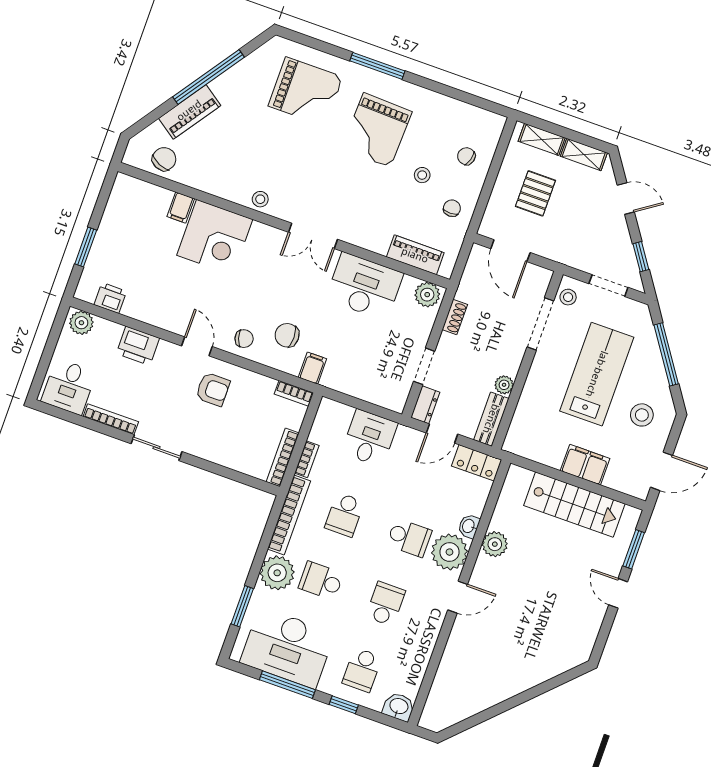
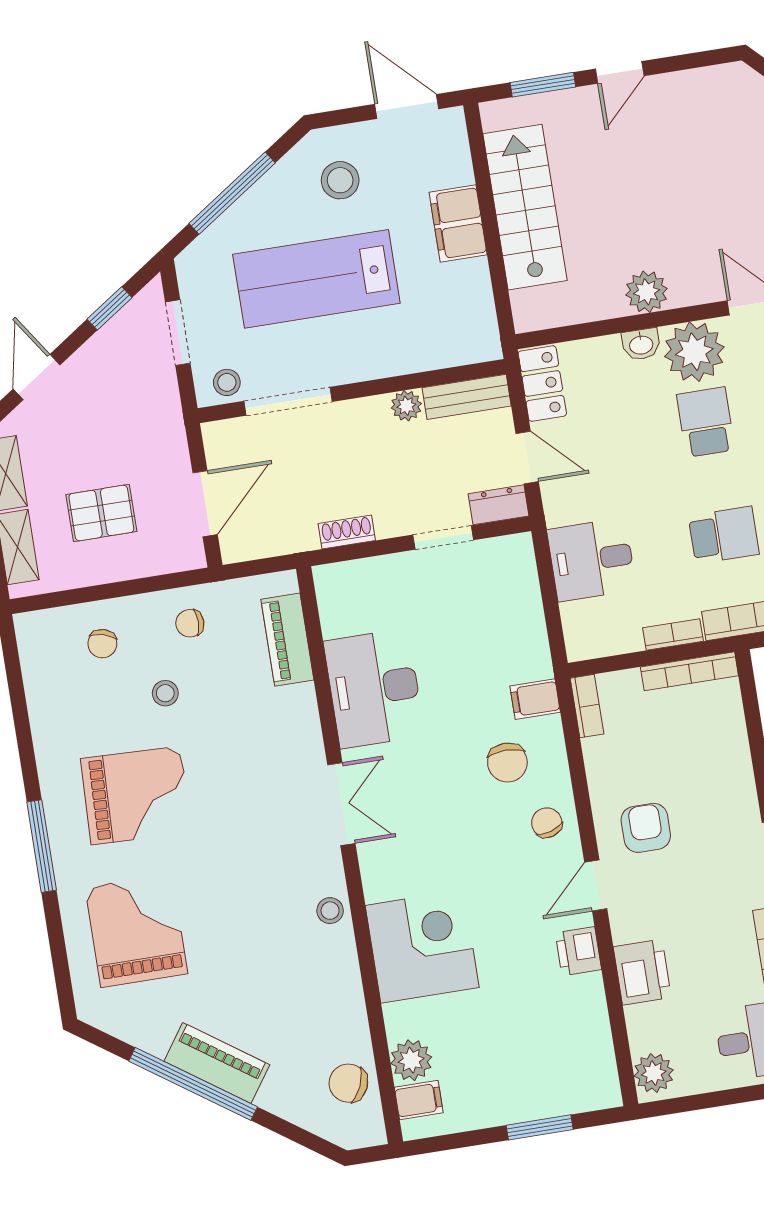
piano: (190, 112) -> (217, 1063), moved
filing cabinet: (181, 208) -> (419, 1100), moved
plant: (427, 295) -> (411, 1060), moved
printer: (110, 298) -> (578, 951), moved

